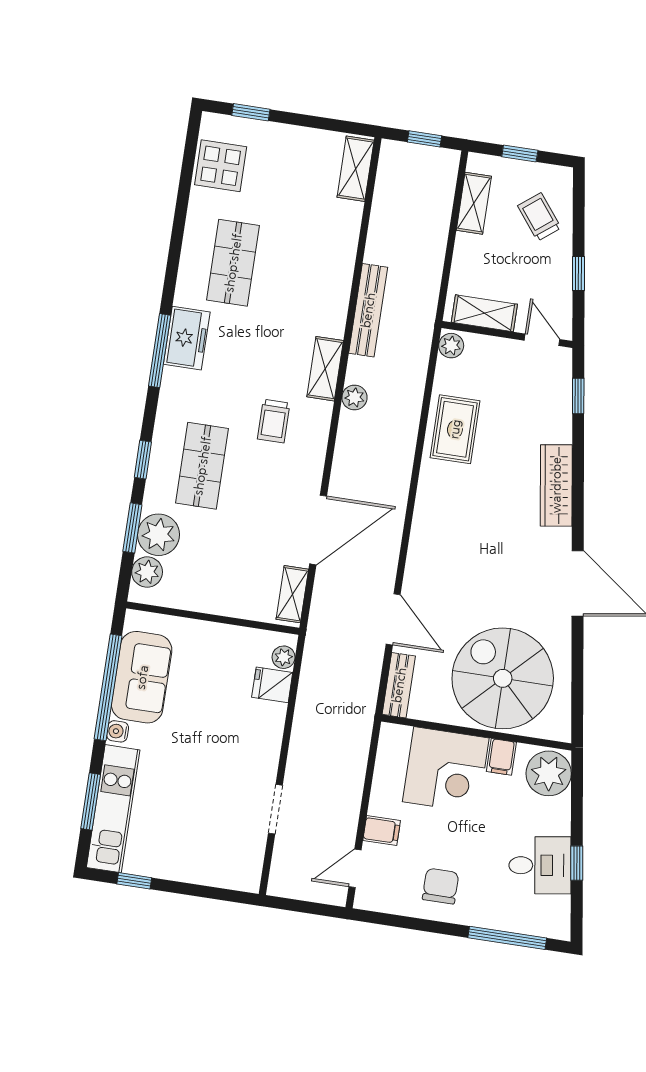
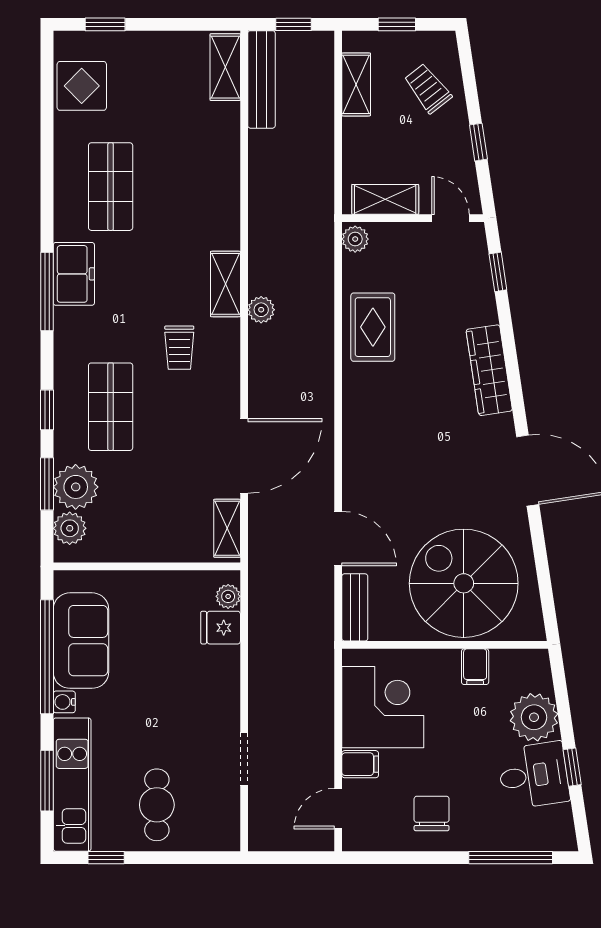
bench: (368, 310) -> (261, 79), moved
corner desk: (446, 770) -> (383, 707), moved, turned -90
plant: (549, 773) -> (534, 717), moved
cafe table: (188, 839) -> (157, 805), added

